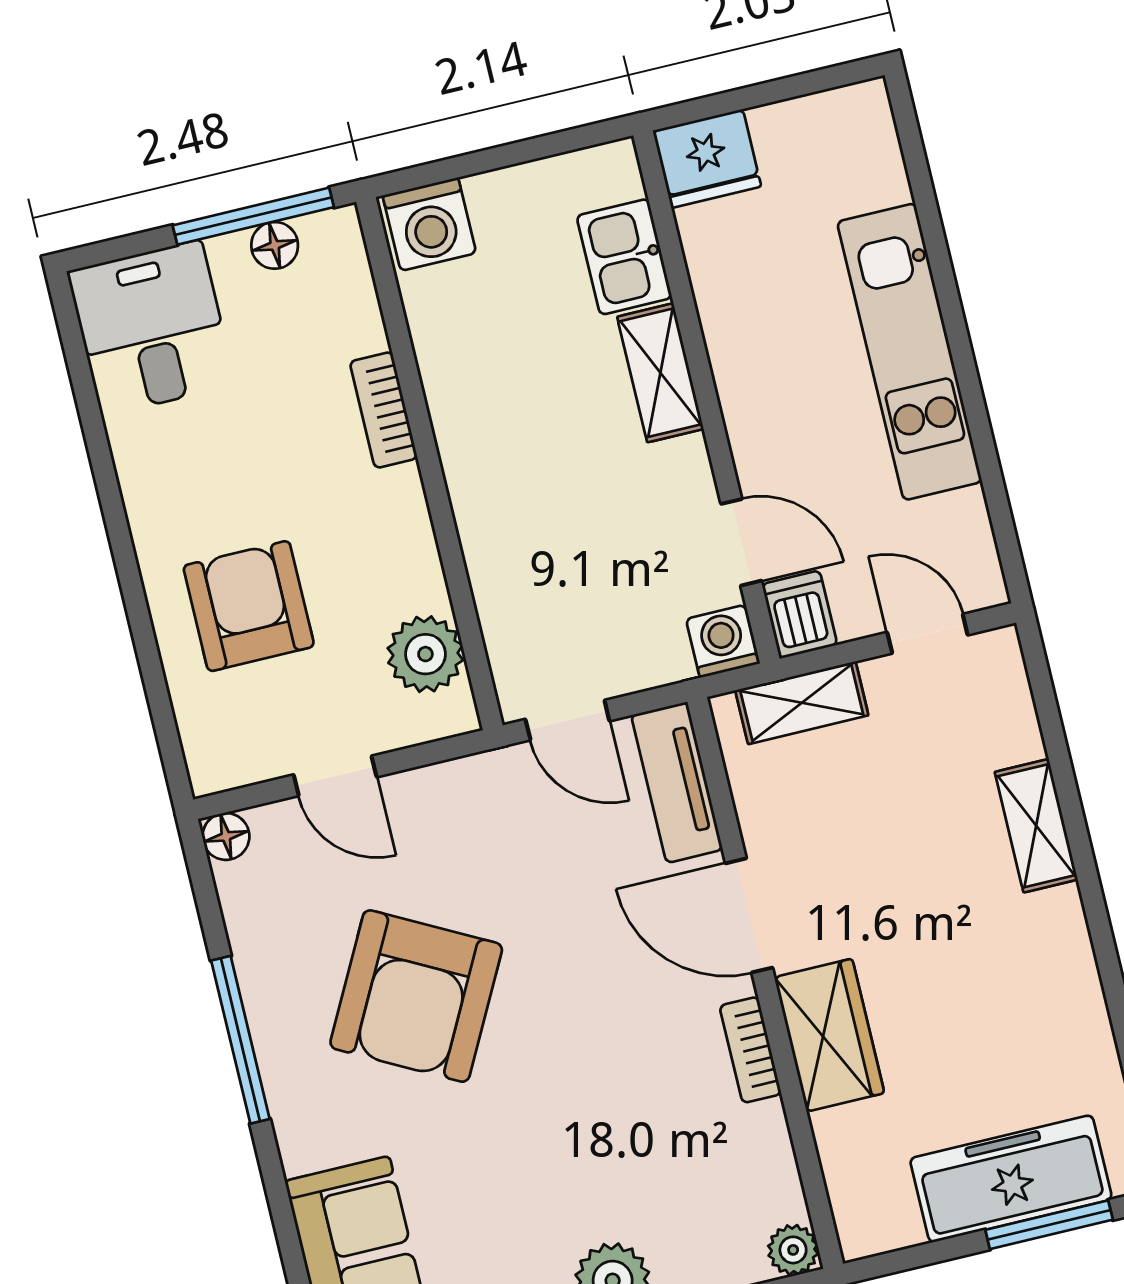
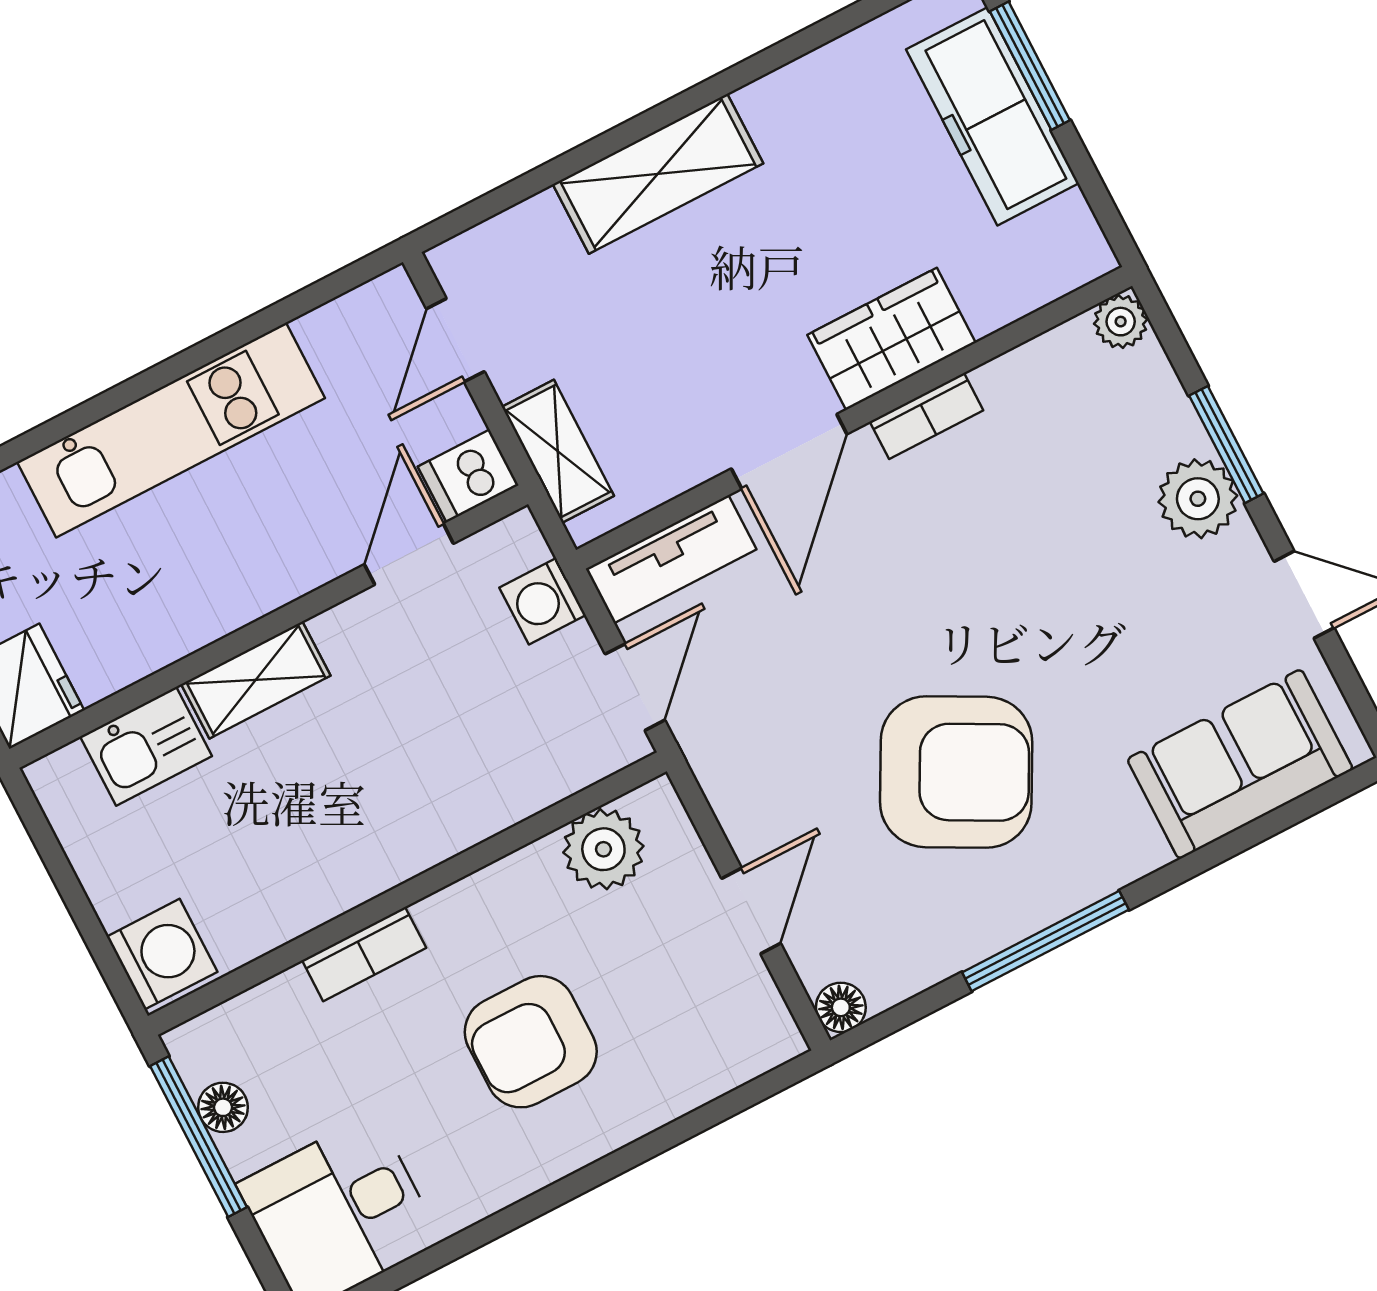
armchair: (249, 606) -> (531, 1042), moved
washing machine: (722, 641) -> (543, 601), moved
shelving: (1036, 826) -> (658, 174), width x1.50, depth x1.33

